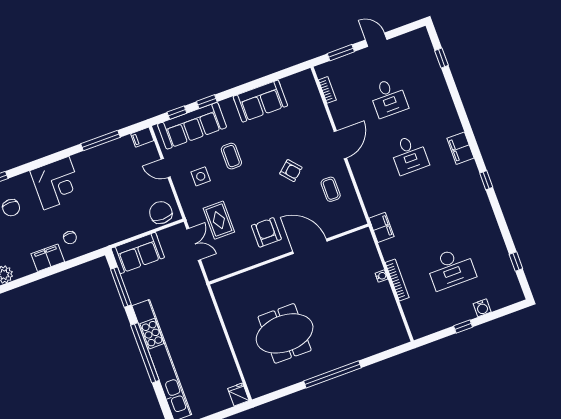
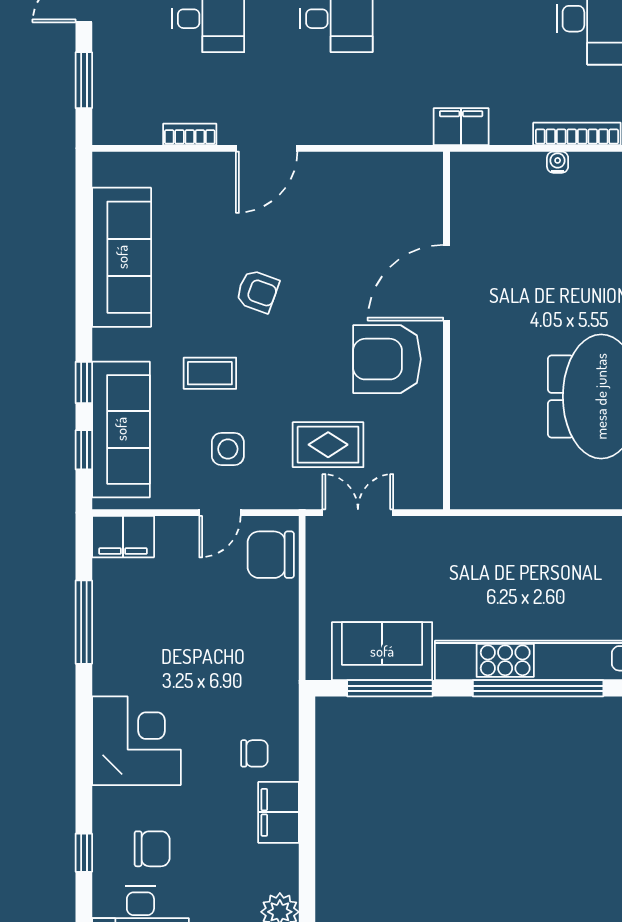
bookcase: (327, 90) -> (190, 134), moved
sofa: (260, 101) -> (122, 257), width x1.36
filing cabinet: (142, 137) -> (123, 537), width x2.00
door: (340, 145) -> (267, 148), swing flipped
door: (166, 168) -> (220, 513), moved
armchair: (291, 171) -> (257, 291), moved, turned 61
coffee table: (331, 189) -> (348, 200), removed
armchair: (266, 232) -> (387, 359), width x1.36, depth x1.36
sofa: (138, 253) -> (382, 651), moved, turned -90

